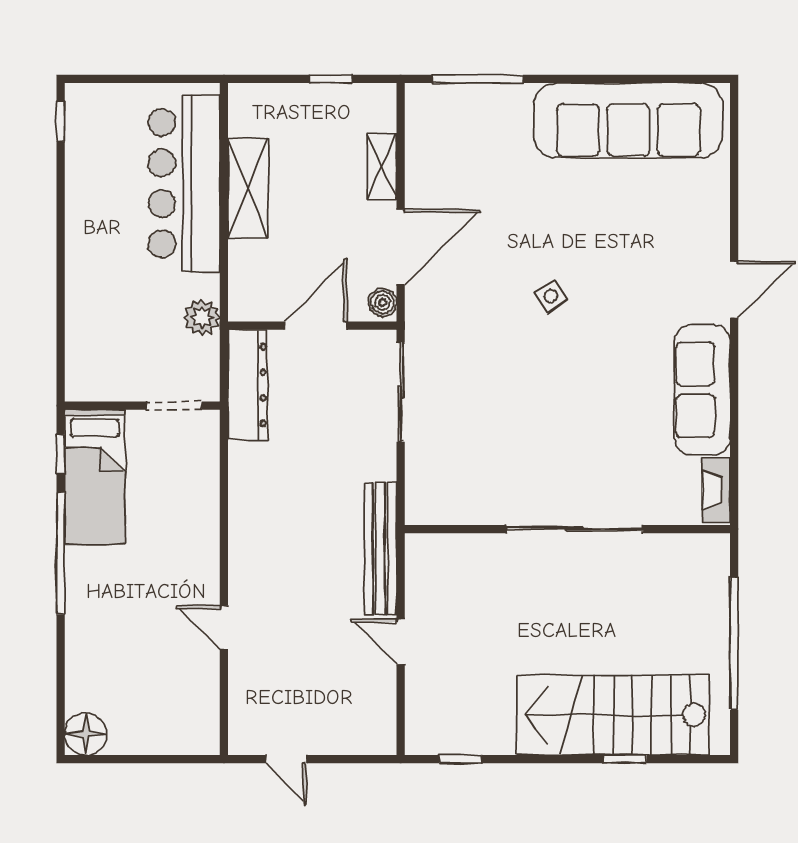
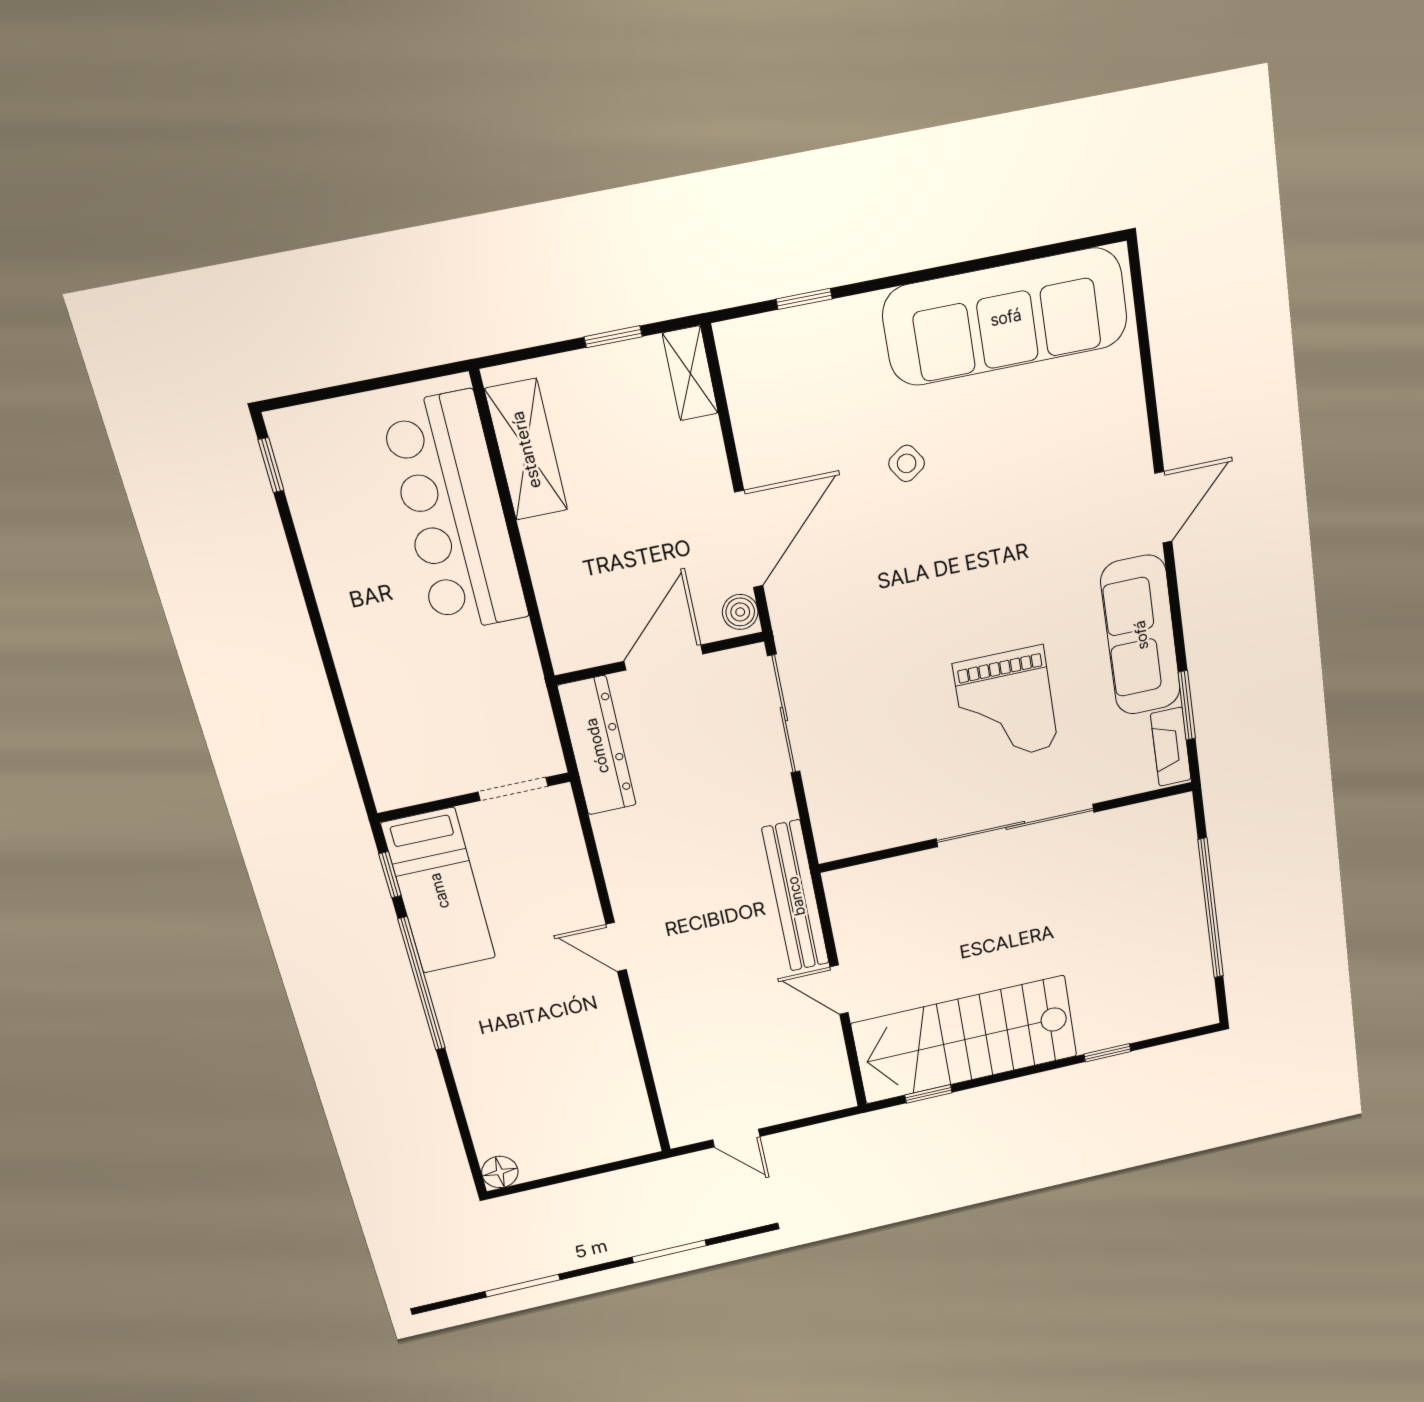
window: (478, 79) -> (804, 299), width x0.46
shelving: (382, 166) -> (690, 373), moved
shelving: (248, 189) -> (526, 450), moved
side table: (551, 296) -> (907, 463), moved
plant: (202, 317) -> (521, 677), removed
grand piano: (582, 424) -> (1006, 706), added
window: (734, 457) -> (1187, 705), added
door: (224, 628) -> (616, 947), moved
stairs: (613, 715) -> (965, 1040), moved
floor lamp: (86, 734) -> (500, 1172), width x0.73, depth x0.73

